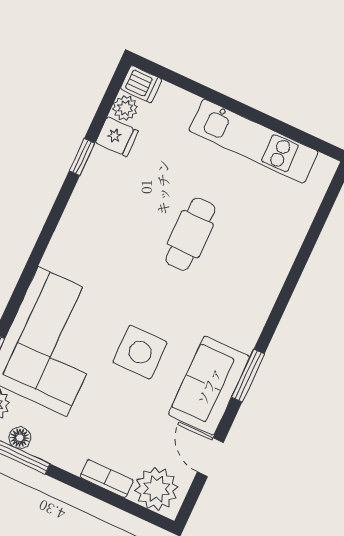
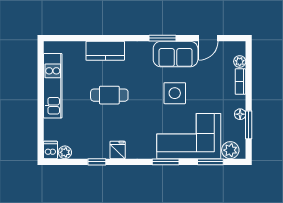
fridge: (117, 137) -> (118, 150), moved
kitchen counter: (273, 263) -> (105, 51), added
window: (25, 280) -> (166, 162), added
floor lamp: (20, 438) -> (240, 114), moved
plant: (156, 489) -> (240, 62), width x0.53, depth x0.53

